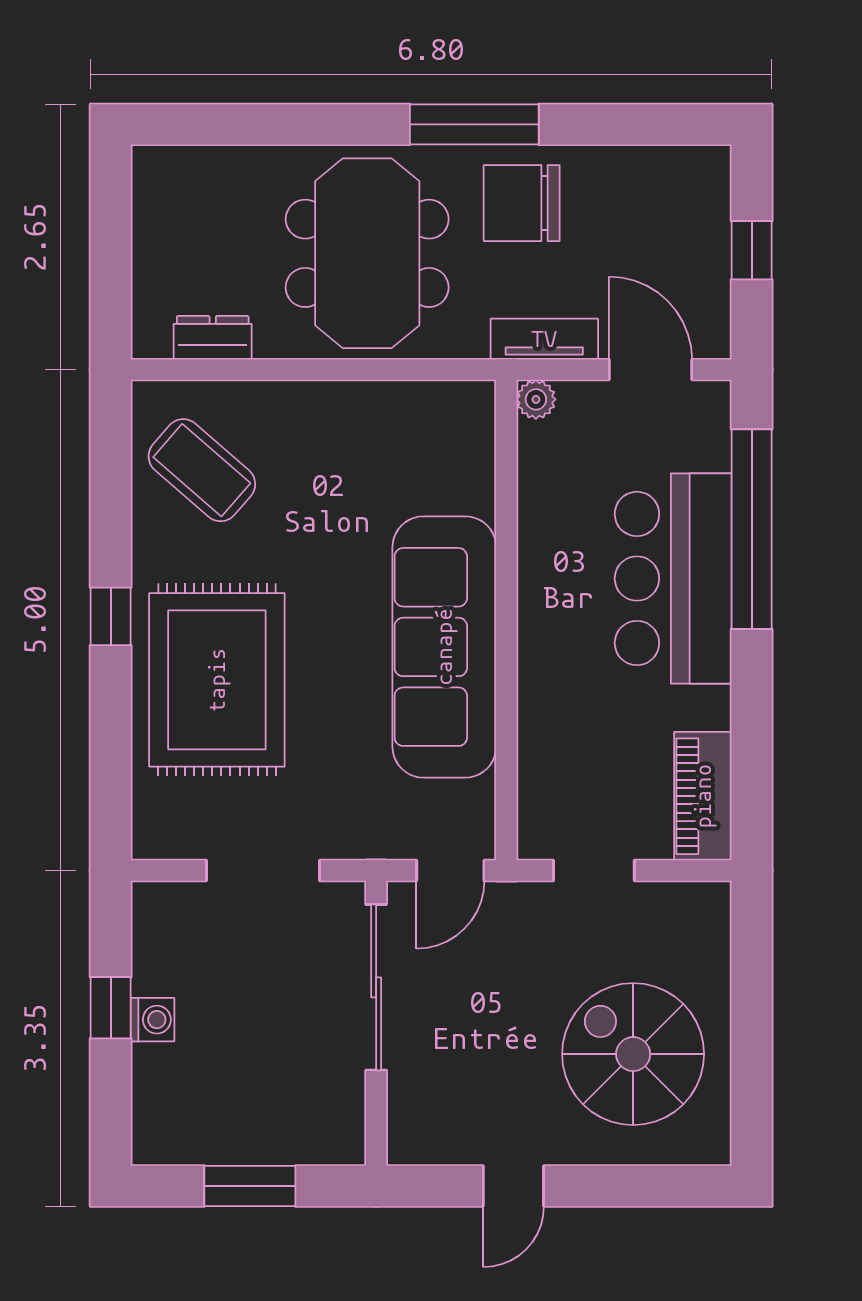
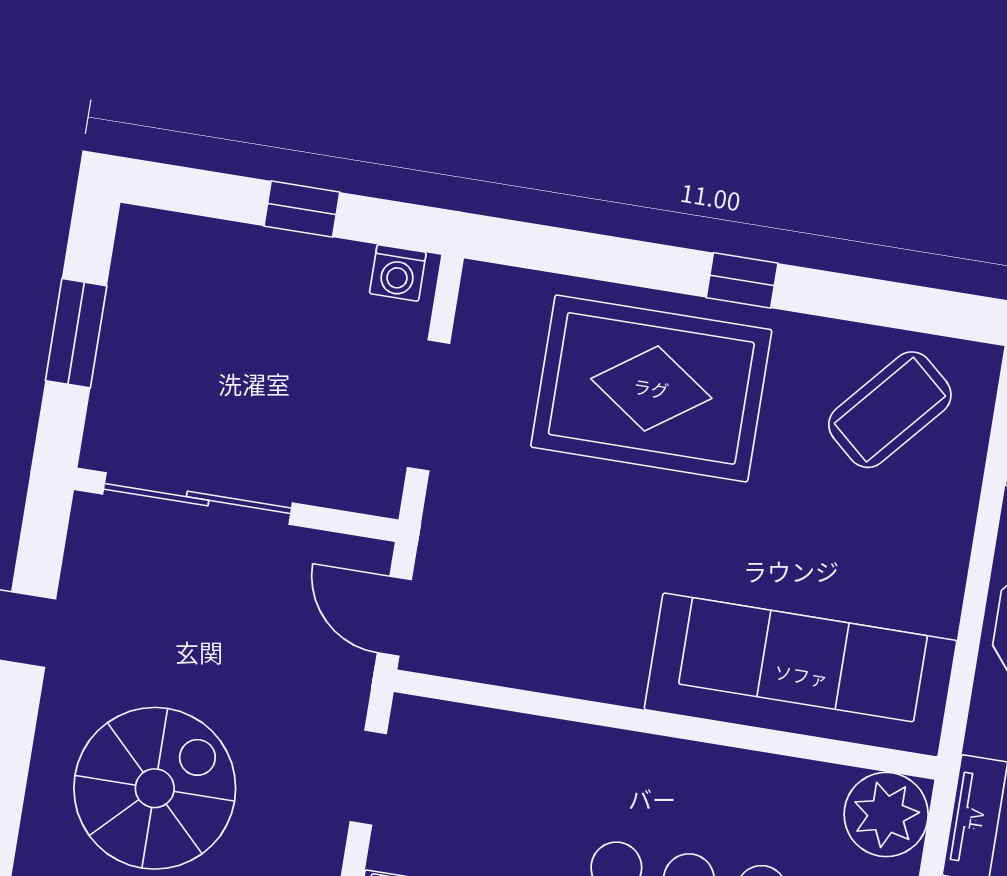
plant: (536, 399) -> (886, 814), width x1.87, depth x1.87
sofa: (444, 647) -> (801, 675), moved
sliding door: (376, 987) -> (198, 499), moved
washing machine: (152, 1020) -> (398, 273), moved

